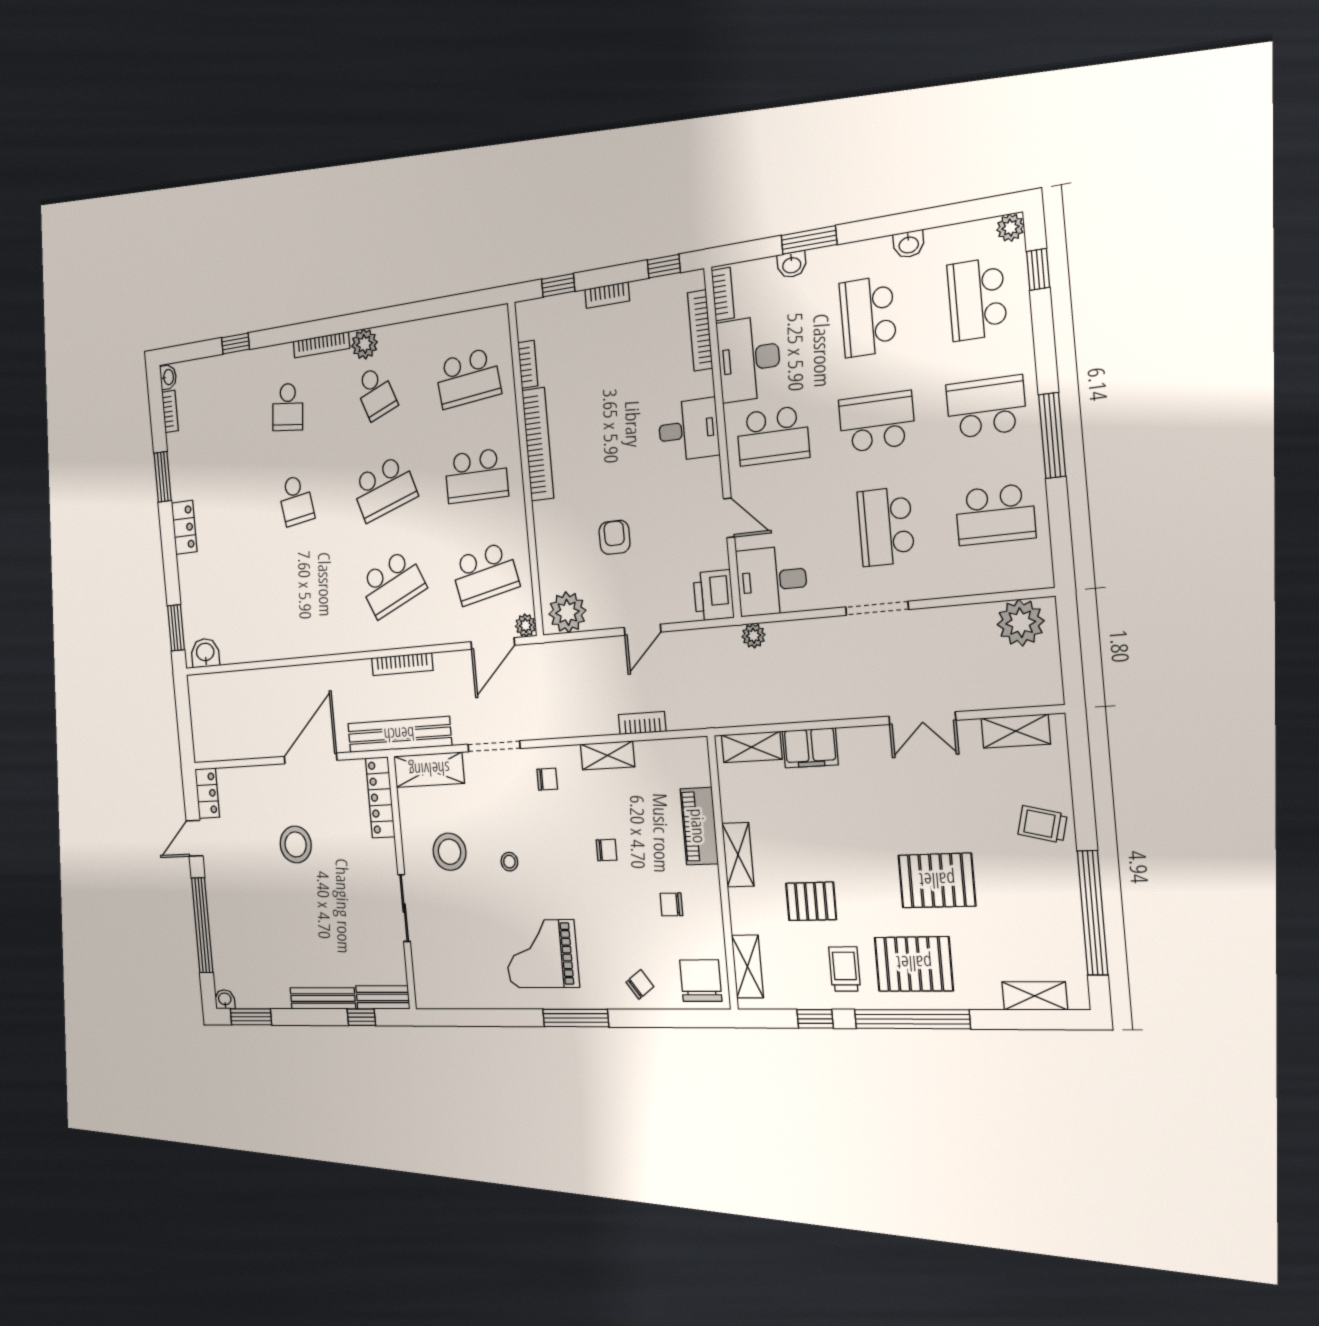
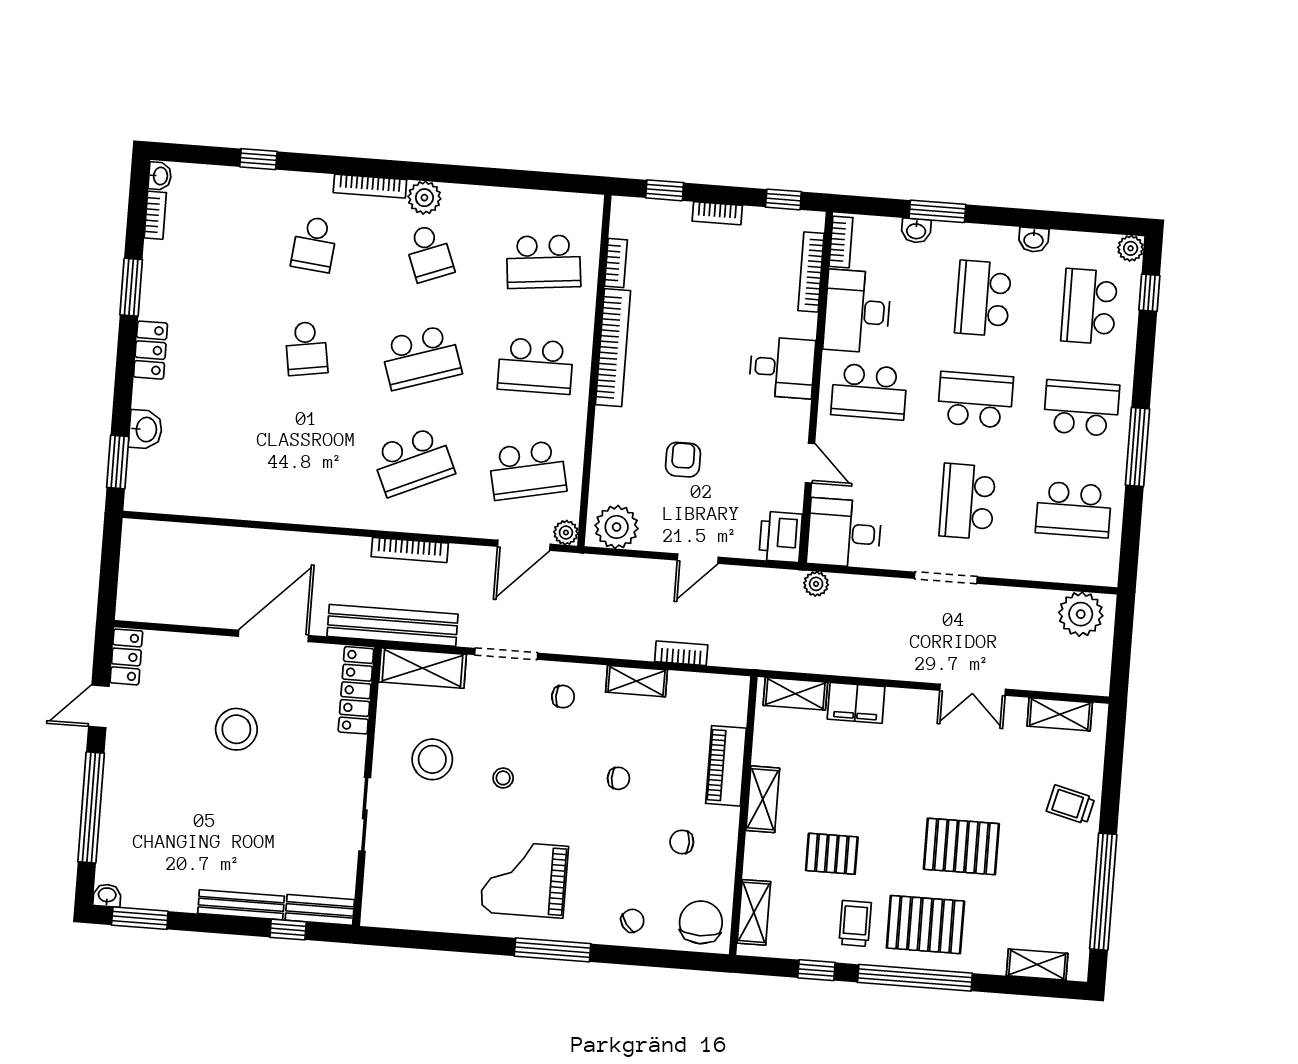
washbasin: (205, 653) -> (145, 429), moved, turned 90

